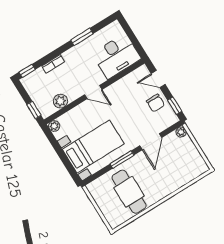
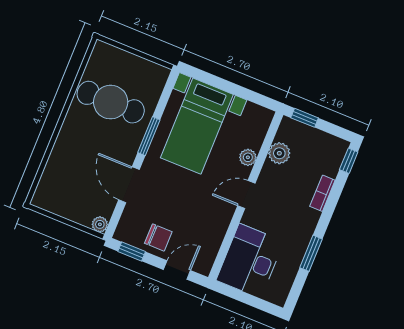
chair: (155, 103) -> (158, 237), turned 180
plant: (54, 126) -> (248, 157), moved

